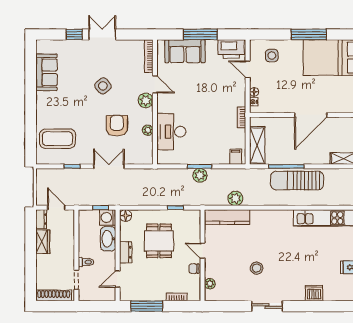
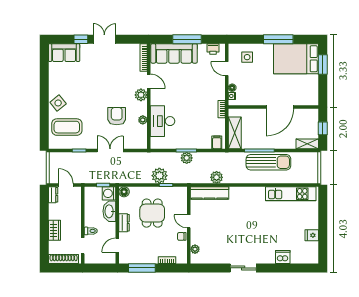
printer: (231, 49) -> (213, 49), width x0.53, depth x0.68
sofa: (185, 51) -> (174, 53), width x1.36
sofa: (46, 72) -> (64, 53), moved, turned 90
side table: (103, 86) -> (58, 103), moved
sun lounger: (297, 181) -> (268, 162), turned 180
plant: (168, 196) -> (159, 176), added
wardrobe: (43, 242) -> (54, 230), moved
stool: (257, 268) -> (234, 236), removed

